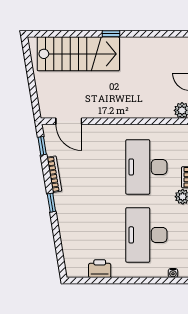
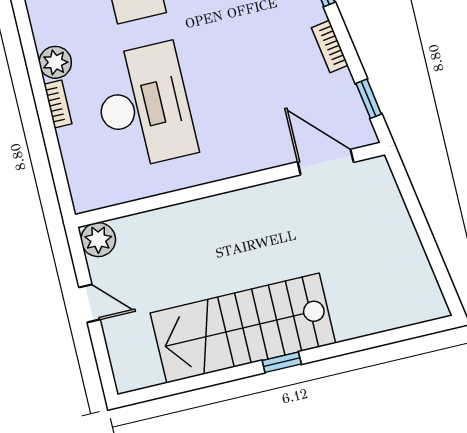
stairs: (78, 54) -> (243, 328), moved
bookcase: (54, 174) -> (330, 46), width x0.64

